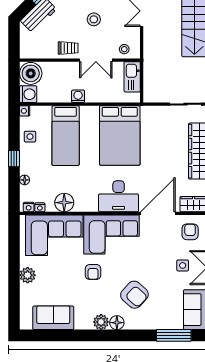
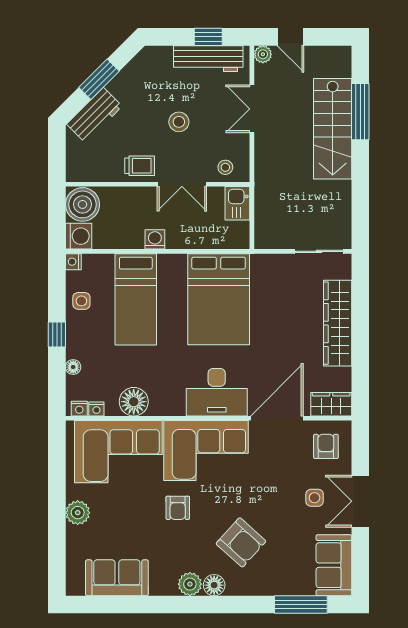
kitchen sink: (132, 77) -> (237, 203), width x0.73

